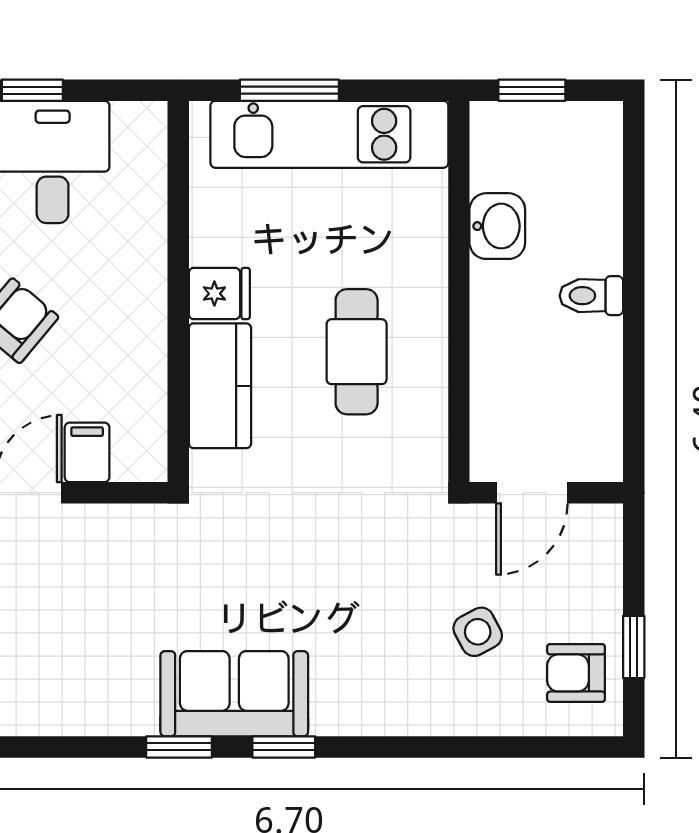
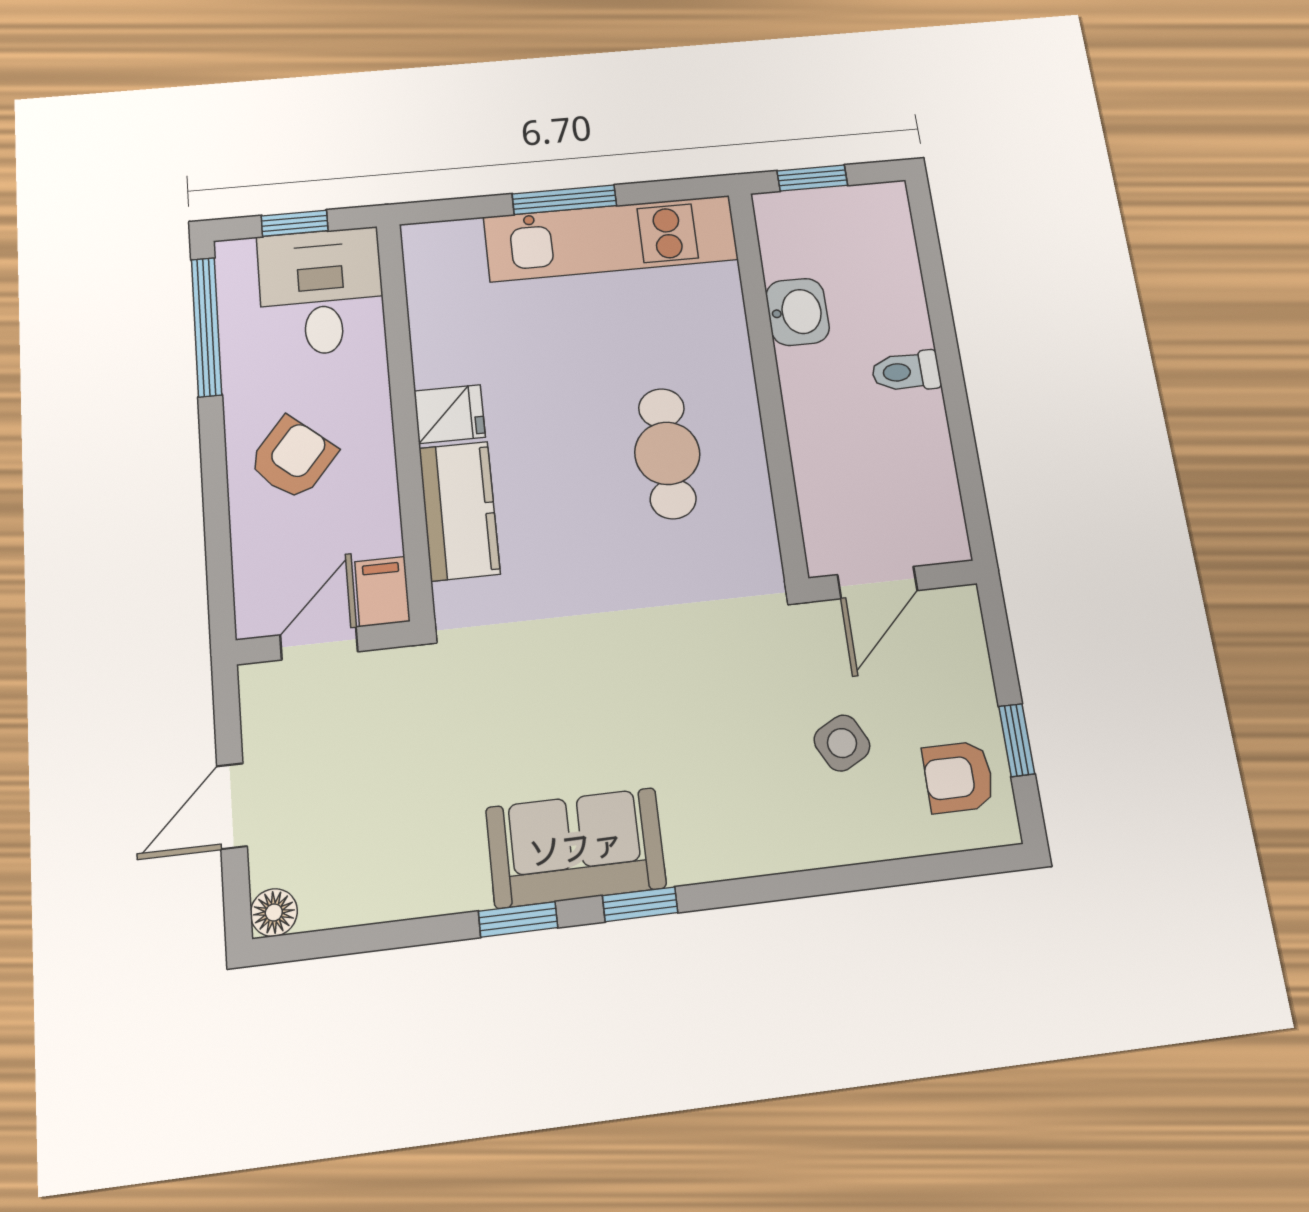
wall: (178, 291) -> (405, 416), moved
fridge: (219, 294) -> (450, 414), moved
kitchen counter: (220, 386) -> (459, 511), moved

